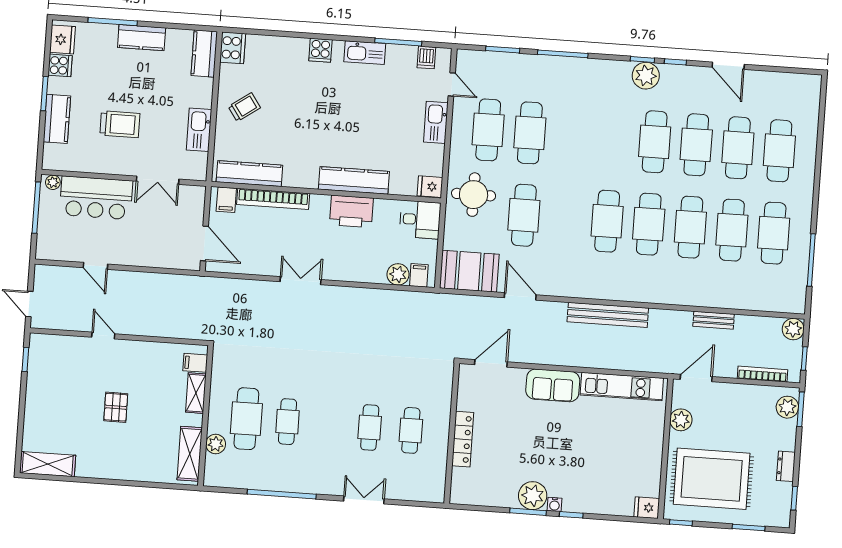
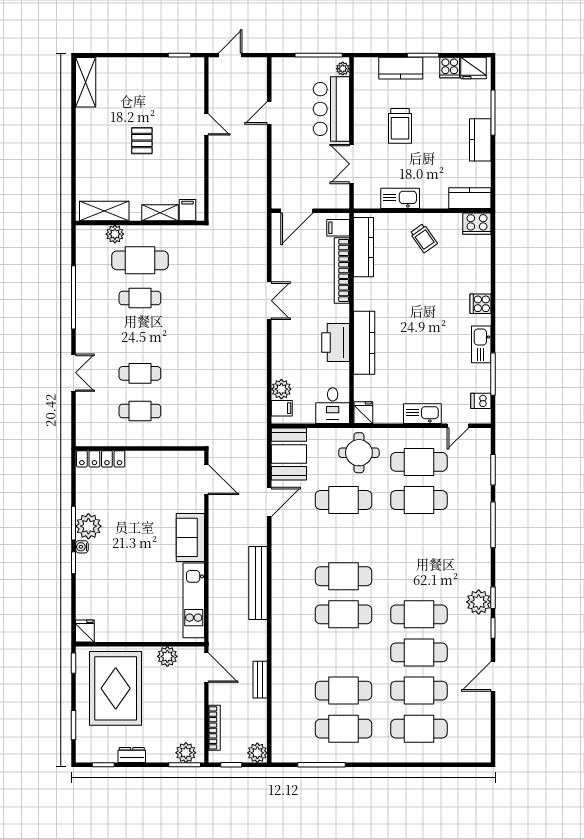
cafe table: (690, 227) -> (343, 652), removed
door: (103, 336) -> (206, 124), hinge flipped
pallet: (116, 407) -> (142, 141), turned 90
locker: (463, 439) -> (101, 459), moved

